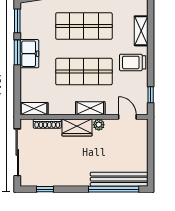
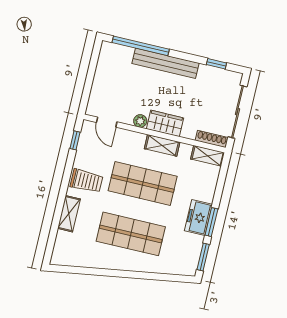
shelving: (90, 108) -> (162, 145), moved
shoe rack: (47, 124) -> (212, 139), moved
bench: (119, 179) -> (165, 63), moved

